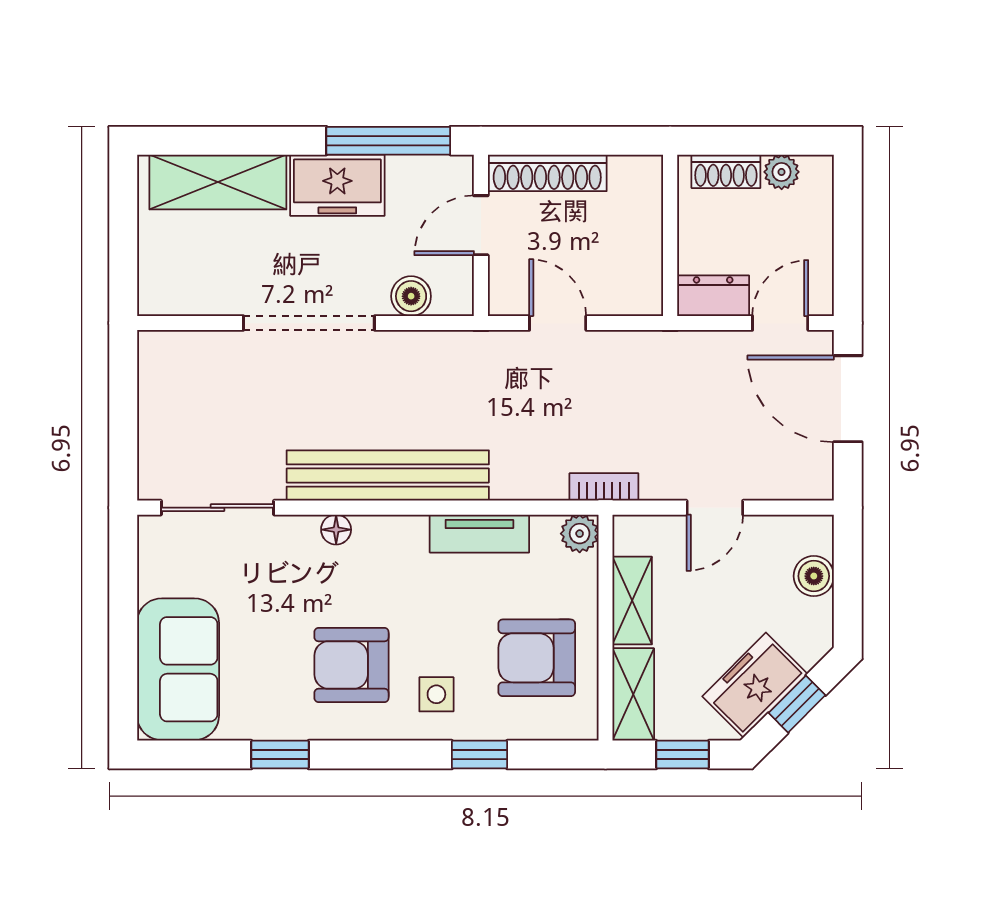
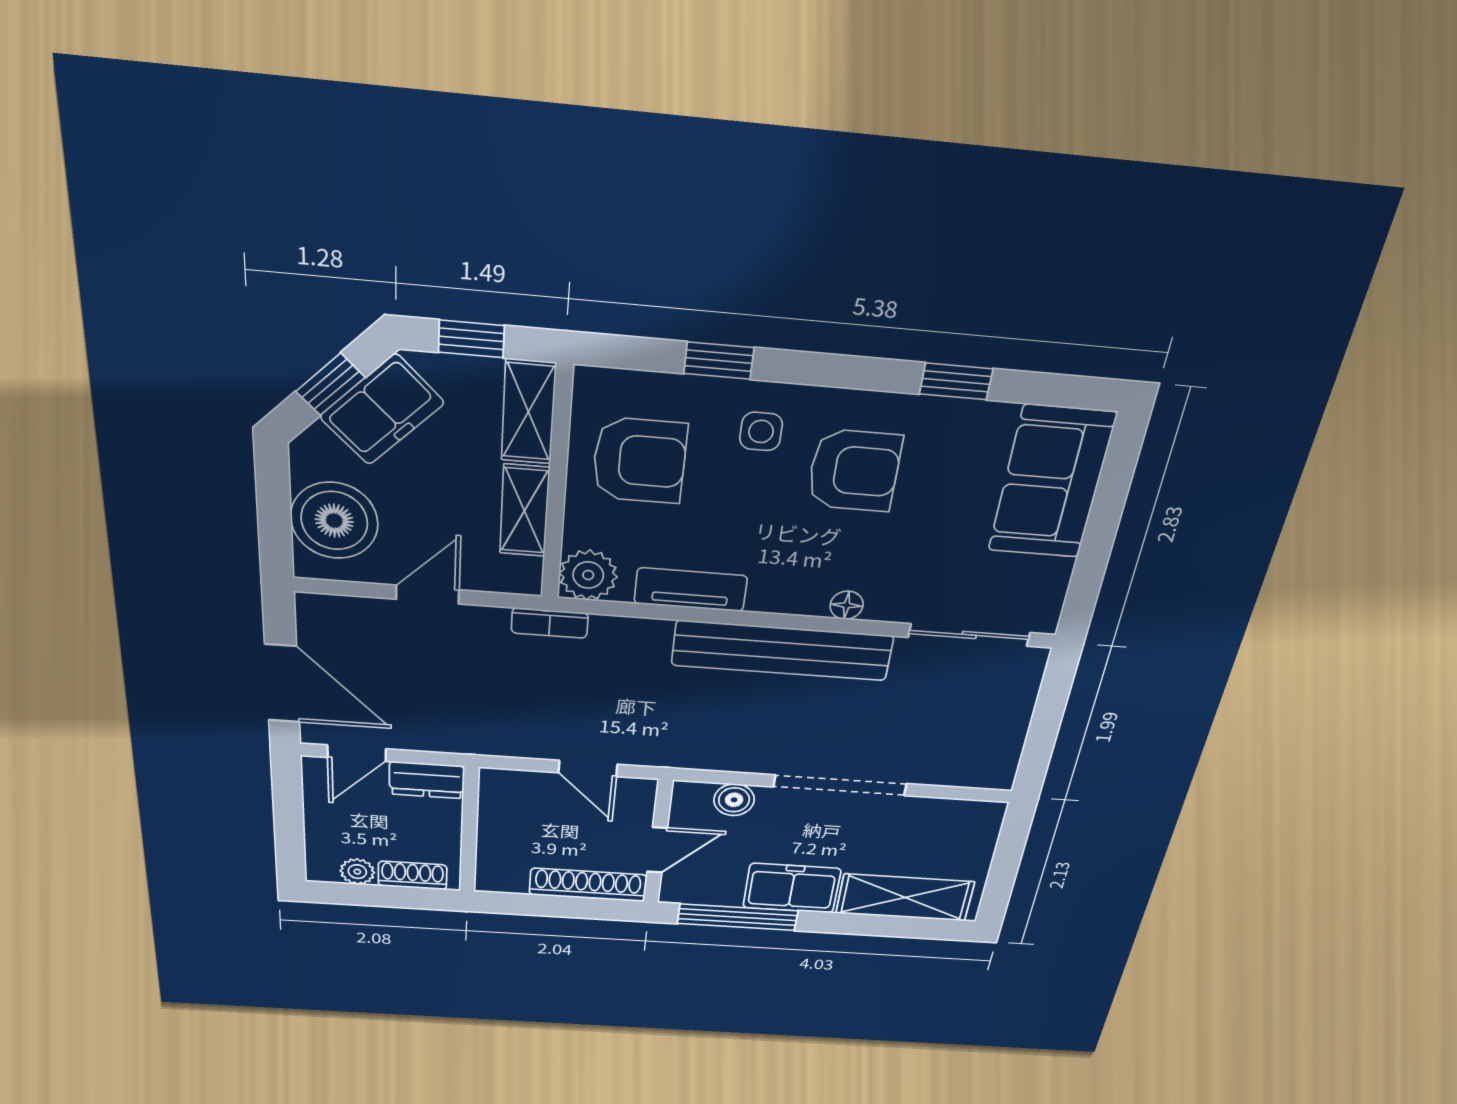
plant: (580, 534) -> (588, 575), width x1.38, depth x1.38
boiler: (814, 576) -> (334, 521), width x1.86, depth x1.86

